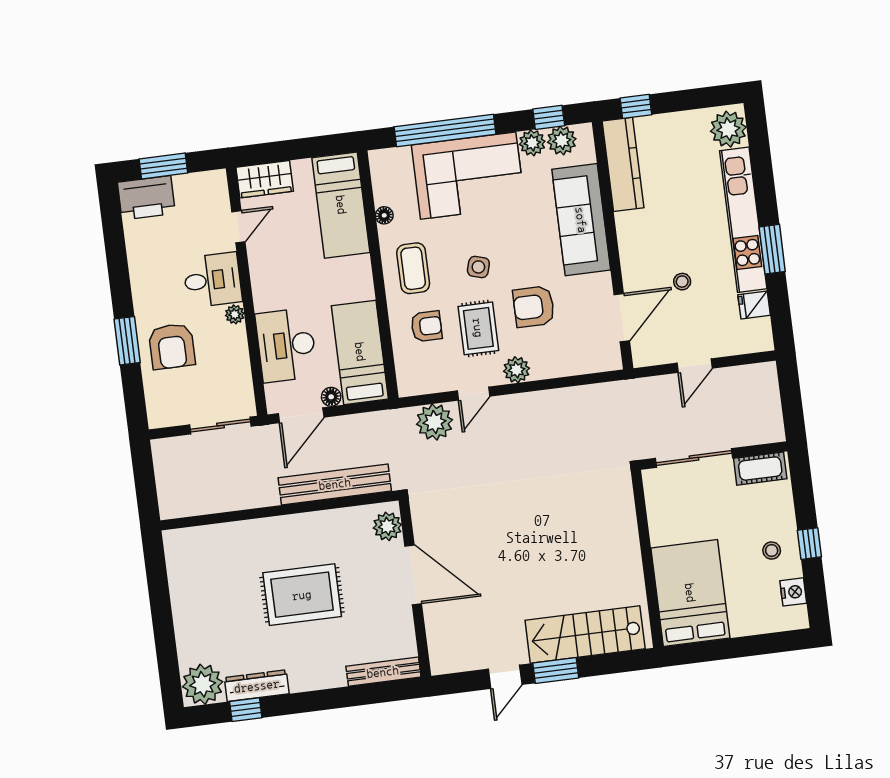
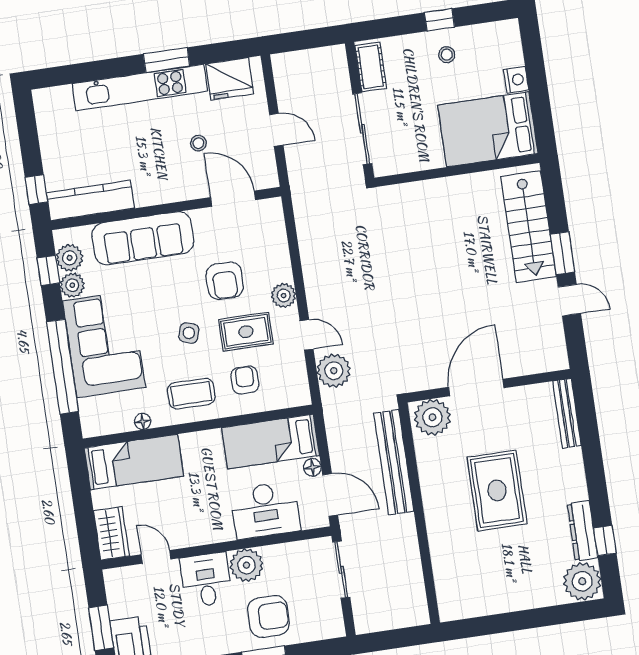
plant: (728, 129) -> (56, 103), removed
fridge: (754, 305) -> (230, 79), width x1.88, depth x1.34
plant: (235, 314) -> (246, 565), width x1.87, depth x1.87
plant: (387, 526) -> (432, 417), width x1.36, depth x1.36
nightstand: (793, 592) -> (516, 80), moved, turned 90

